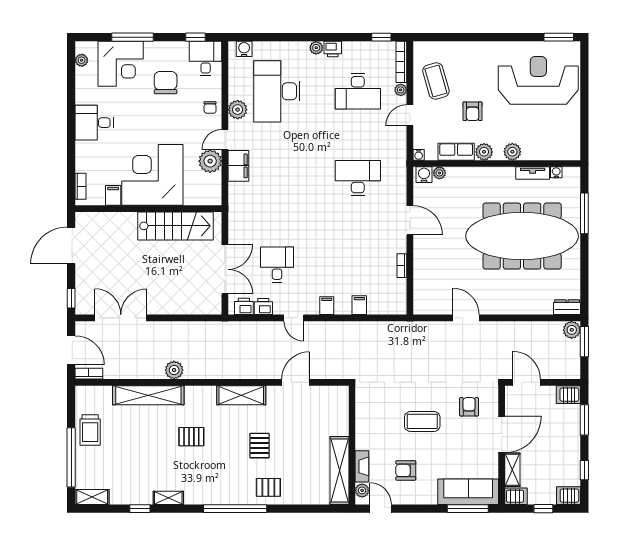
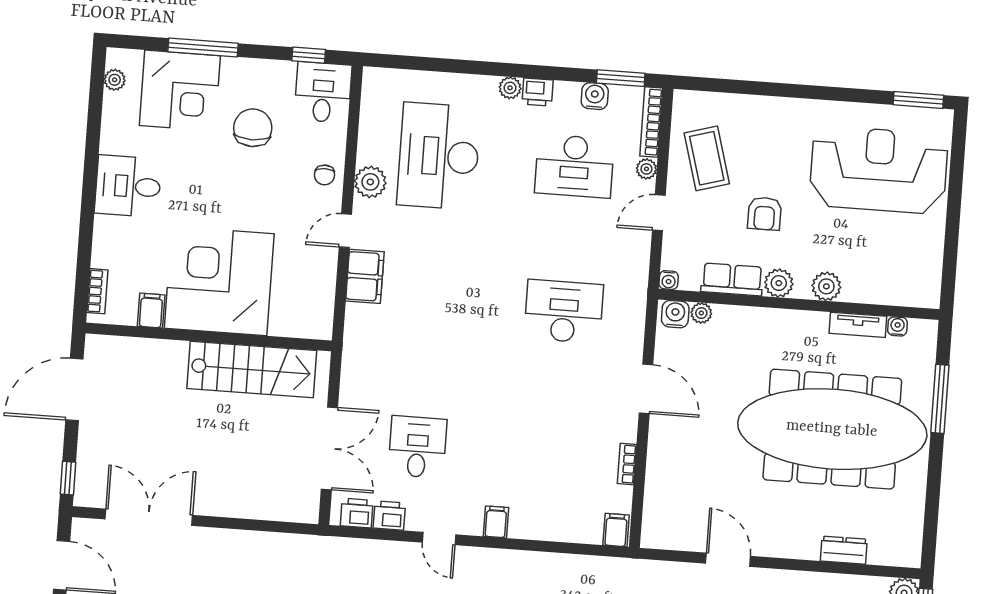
window: (381, 37) -> (621, 78), width x1.50
water cooler: (244, 49) -> (595, 96), moved
plant: (210, 161) -> (318, 265), removed
filing cabinet: (359, 305) -> (616, 530), moved
dresser: (567, 307) -> (844, 550), moved

